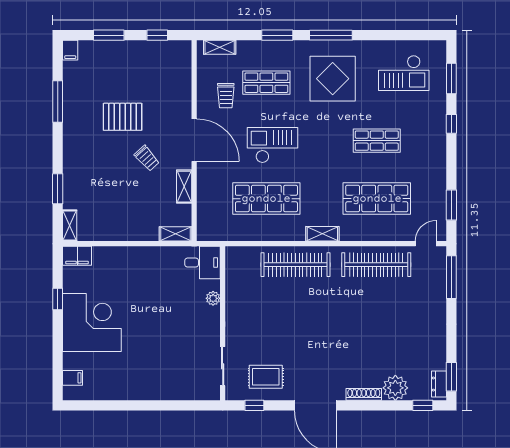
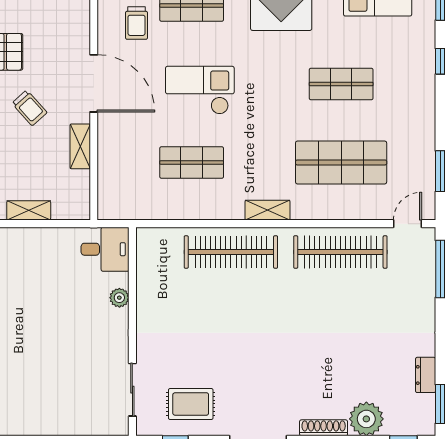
shop shelf: (266, 199) -> (192, 162), width x0.70, depth x0.74
shelving: (176, 234) -> (29, 210), moved
dresser: (439, 384) -> (426, 375), moved

